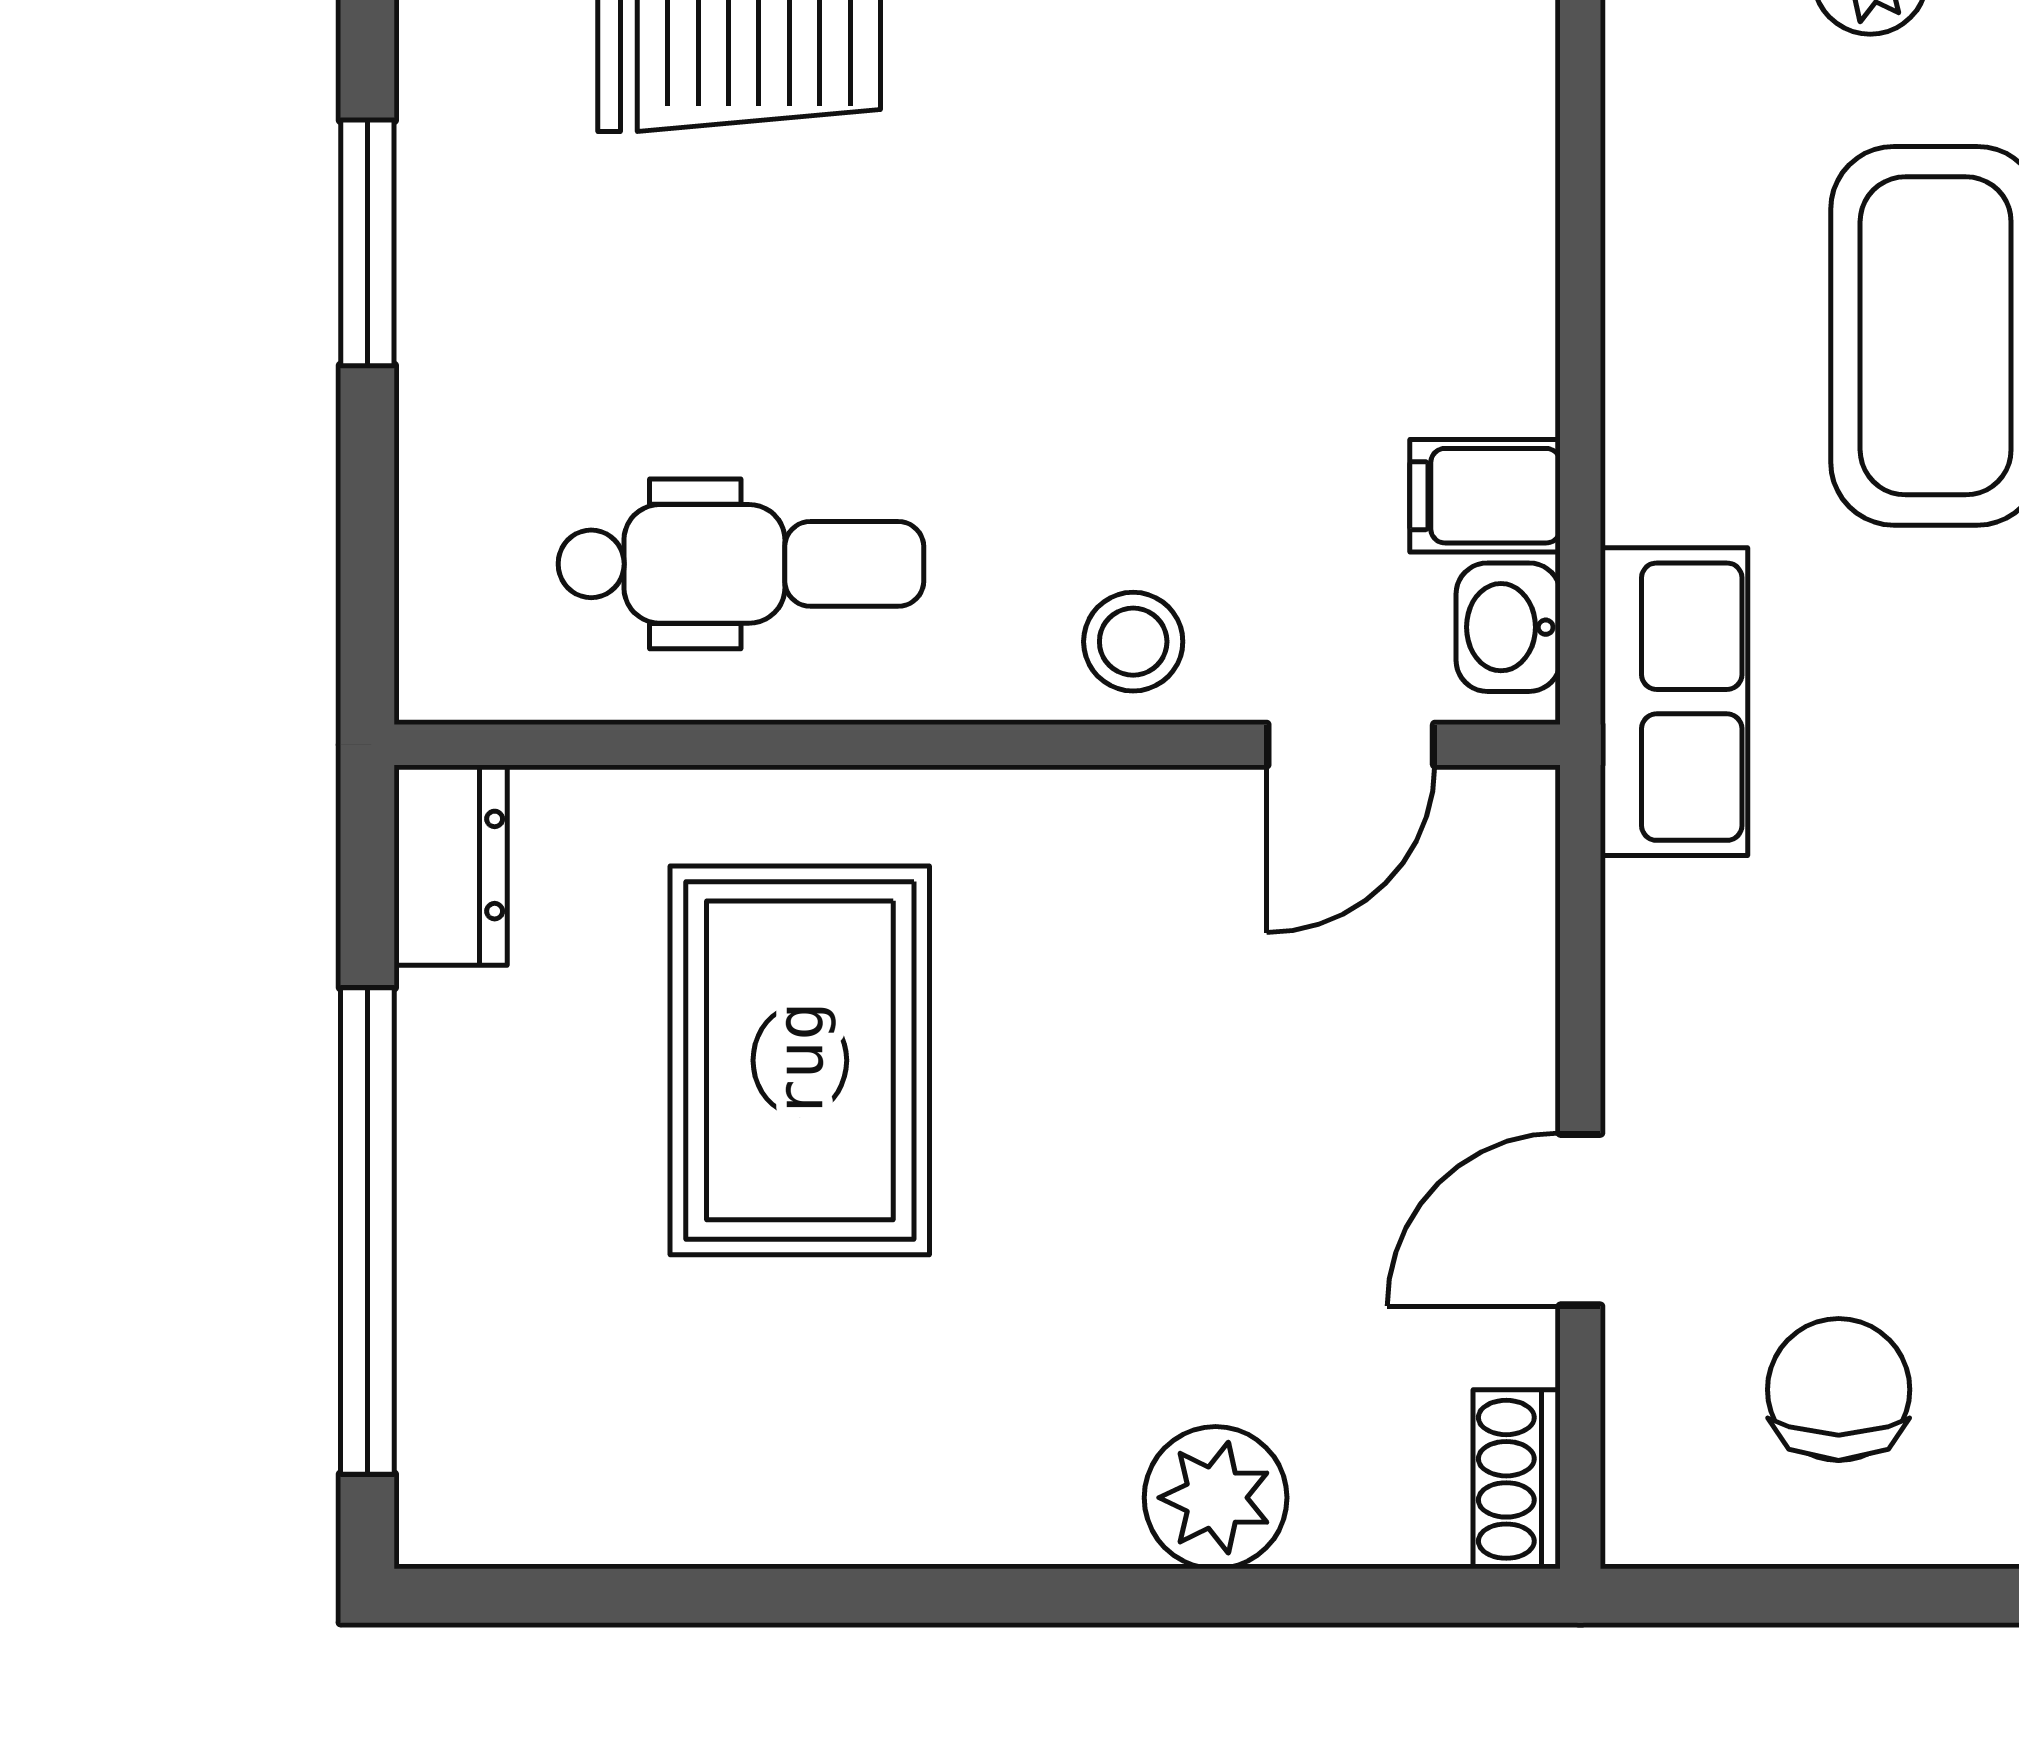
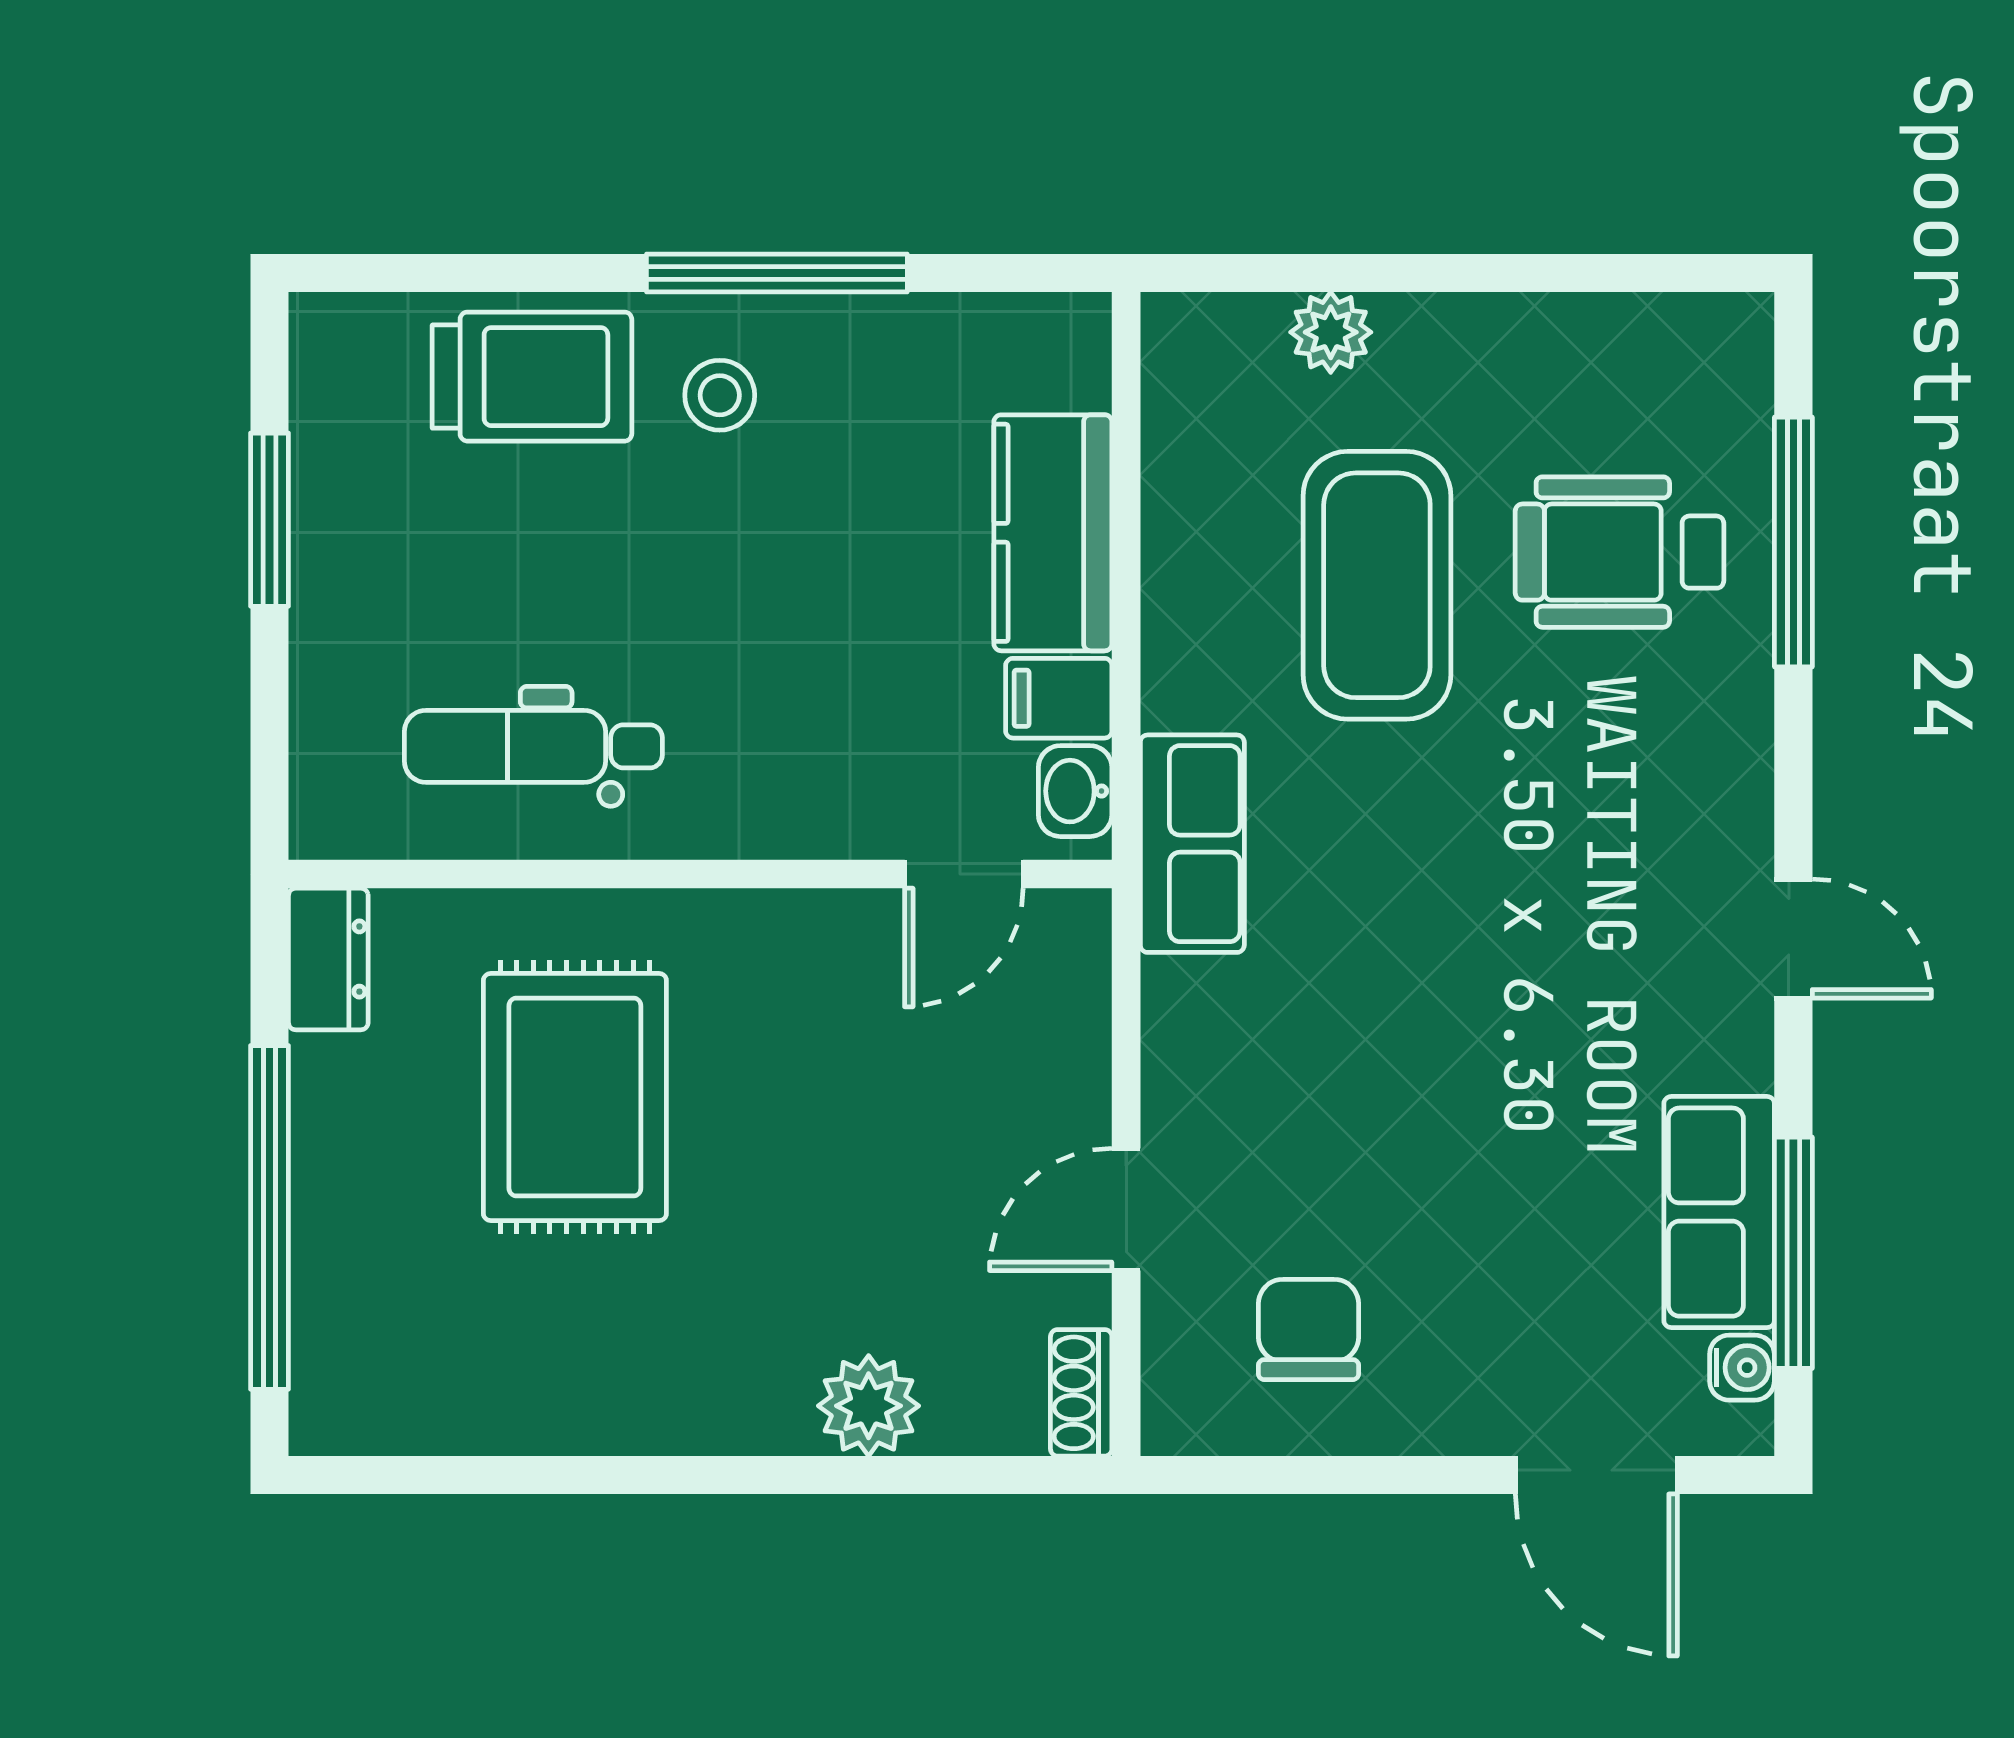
kitchen counter: (1477, 261) -> (1053, 533), added
dental chair: (741, 564) -> (533, 746), turned 180
stool: (1133, 642) -> (720, 395), moved

